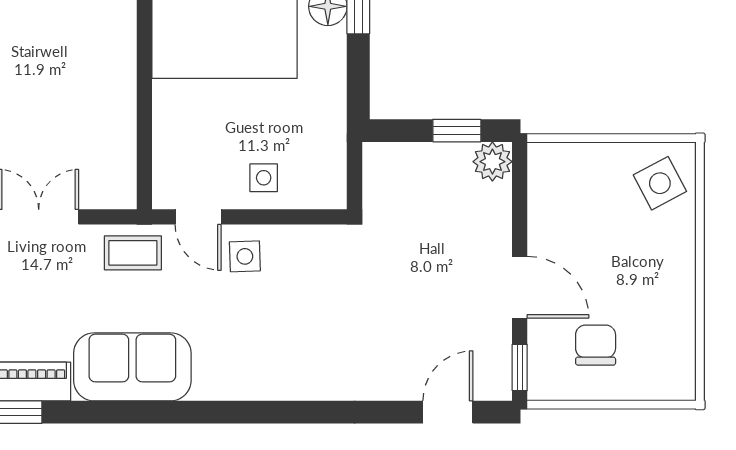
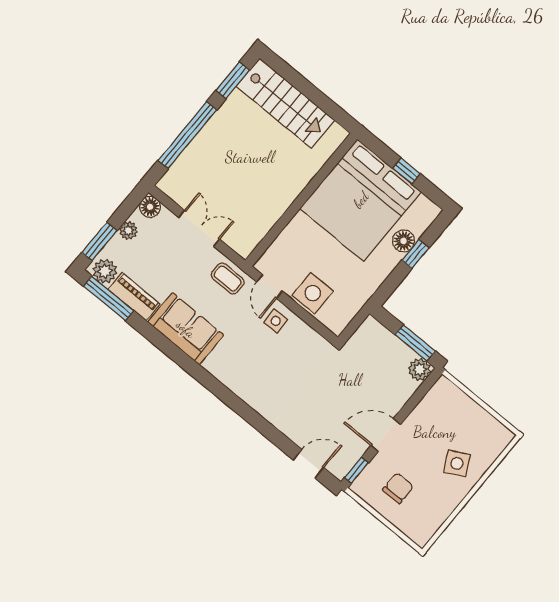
window: (457, 131) -> (415, 343), width x1.50
side table: (264, 178) -> (313, 293), width x1.87, depth x1.87
side table: (660, 183) -> (457, 463), moved
door: (520, 287) -> (386, 435), swing flipped

